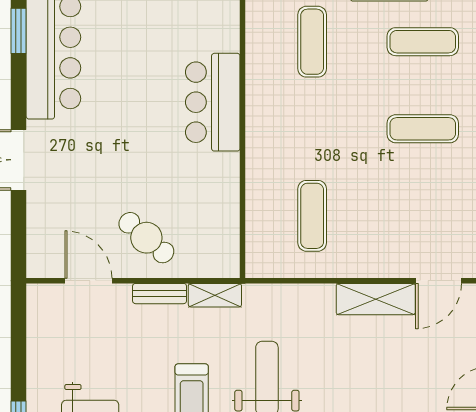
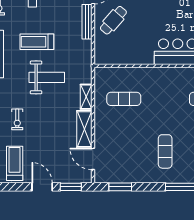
bench: (160, 294) -> (87, 22), width x1.36
shelving: (215, 295) -> (86, 97), moved

